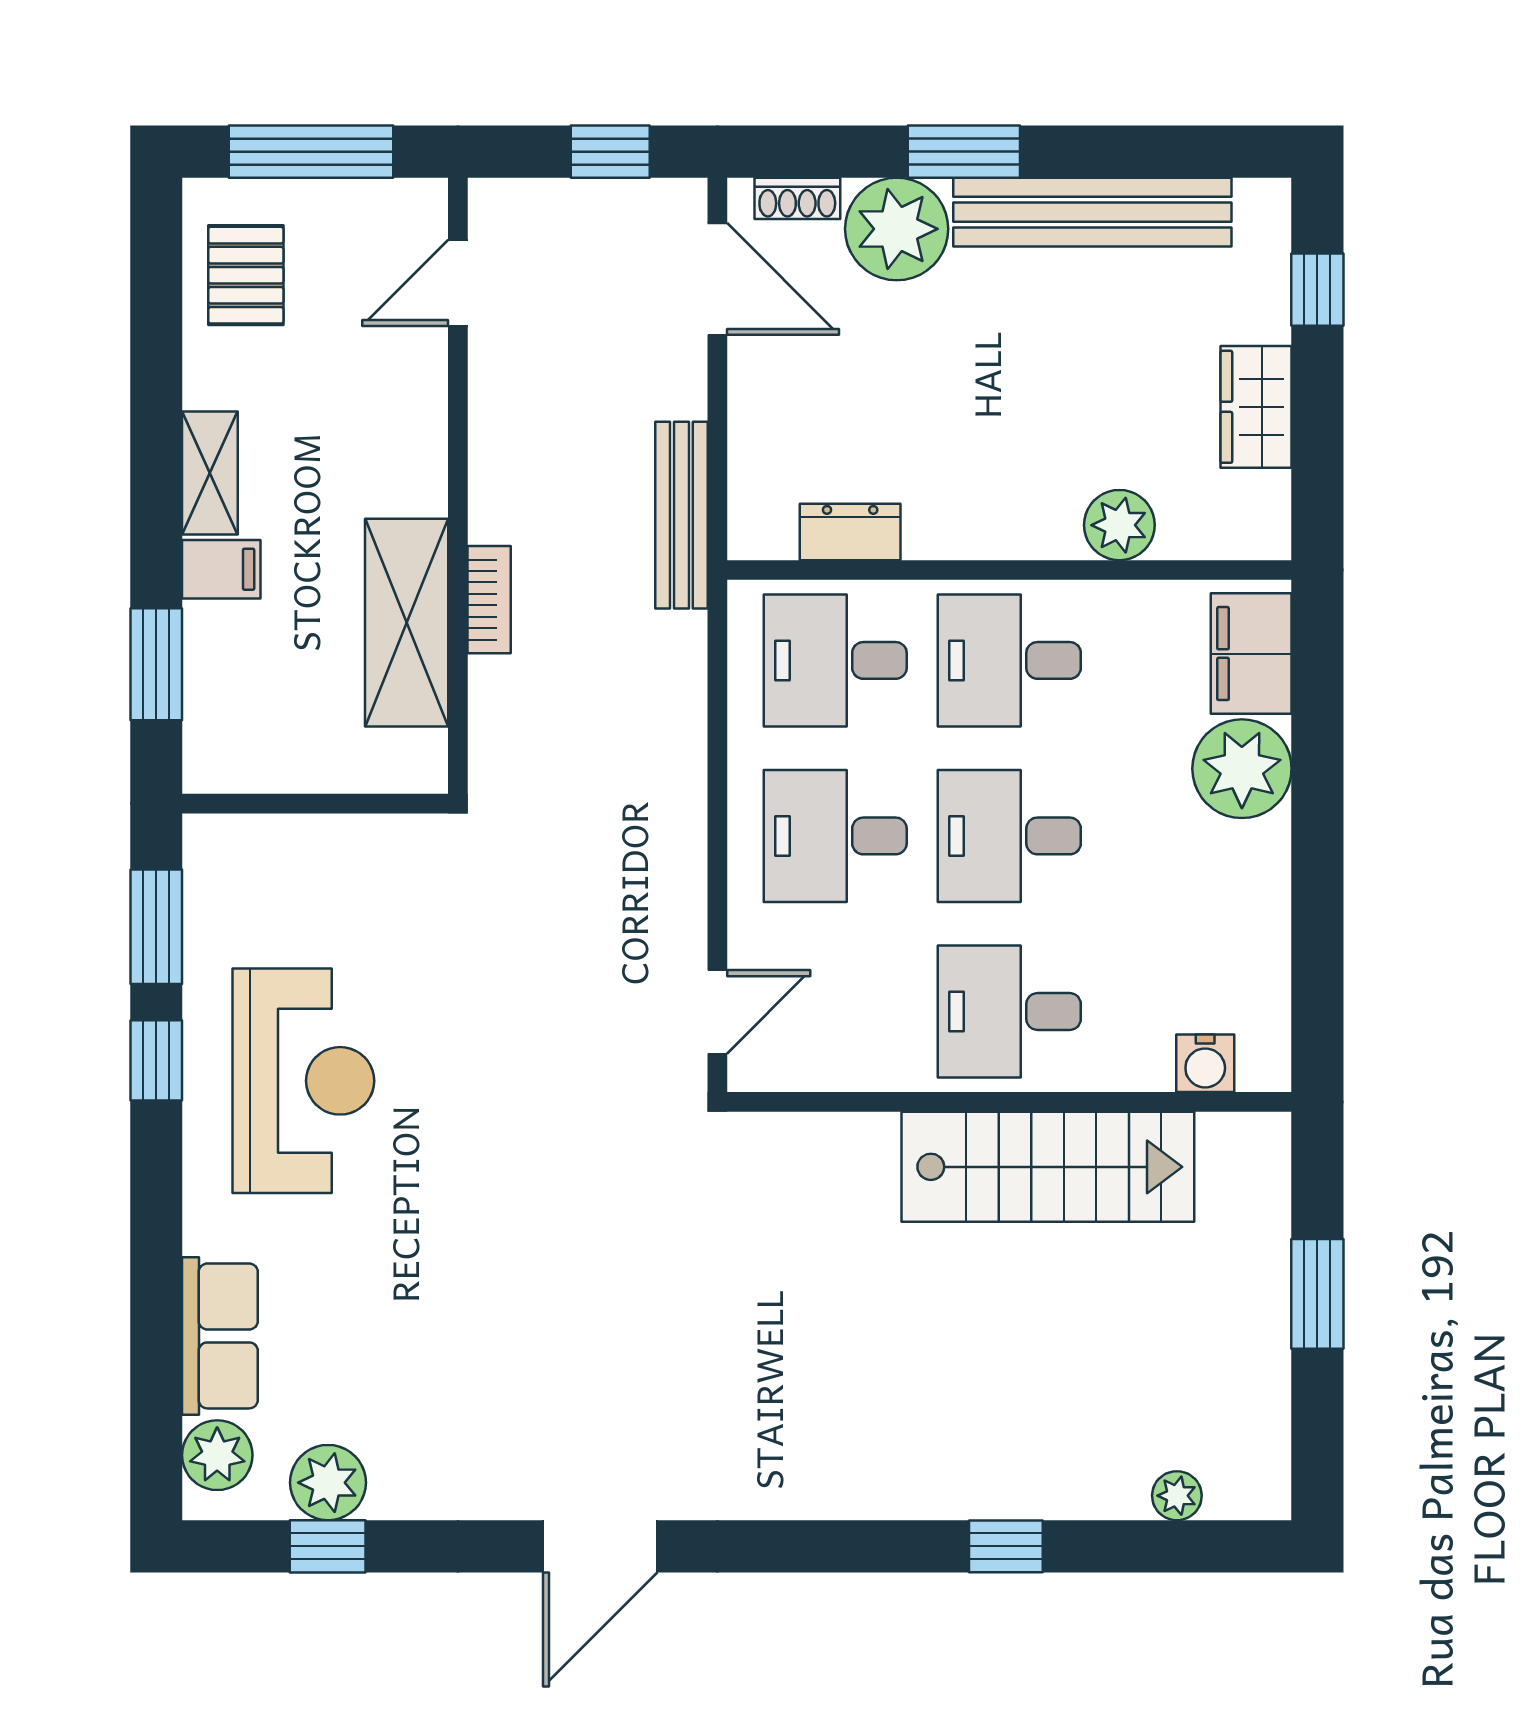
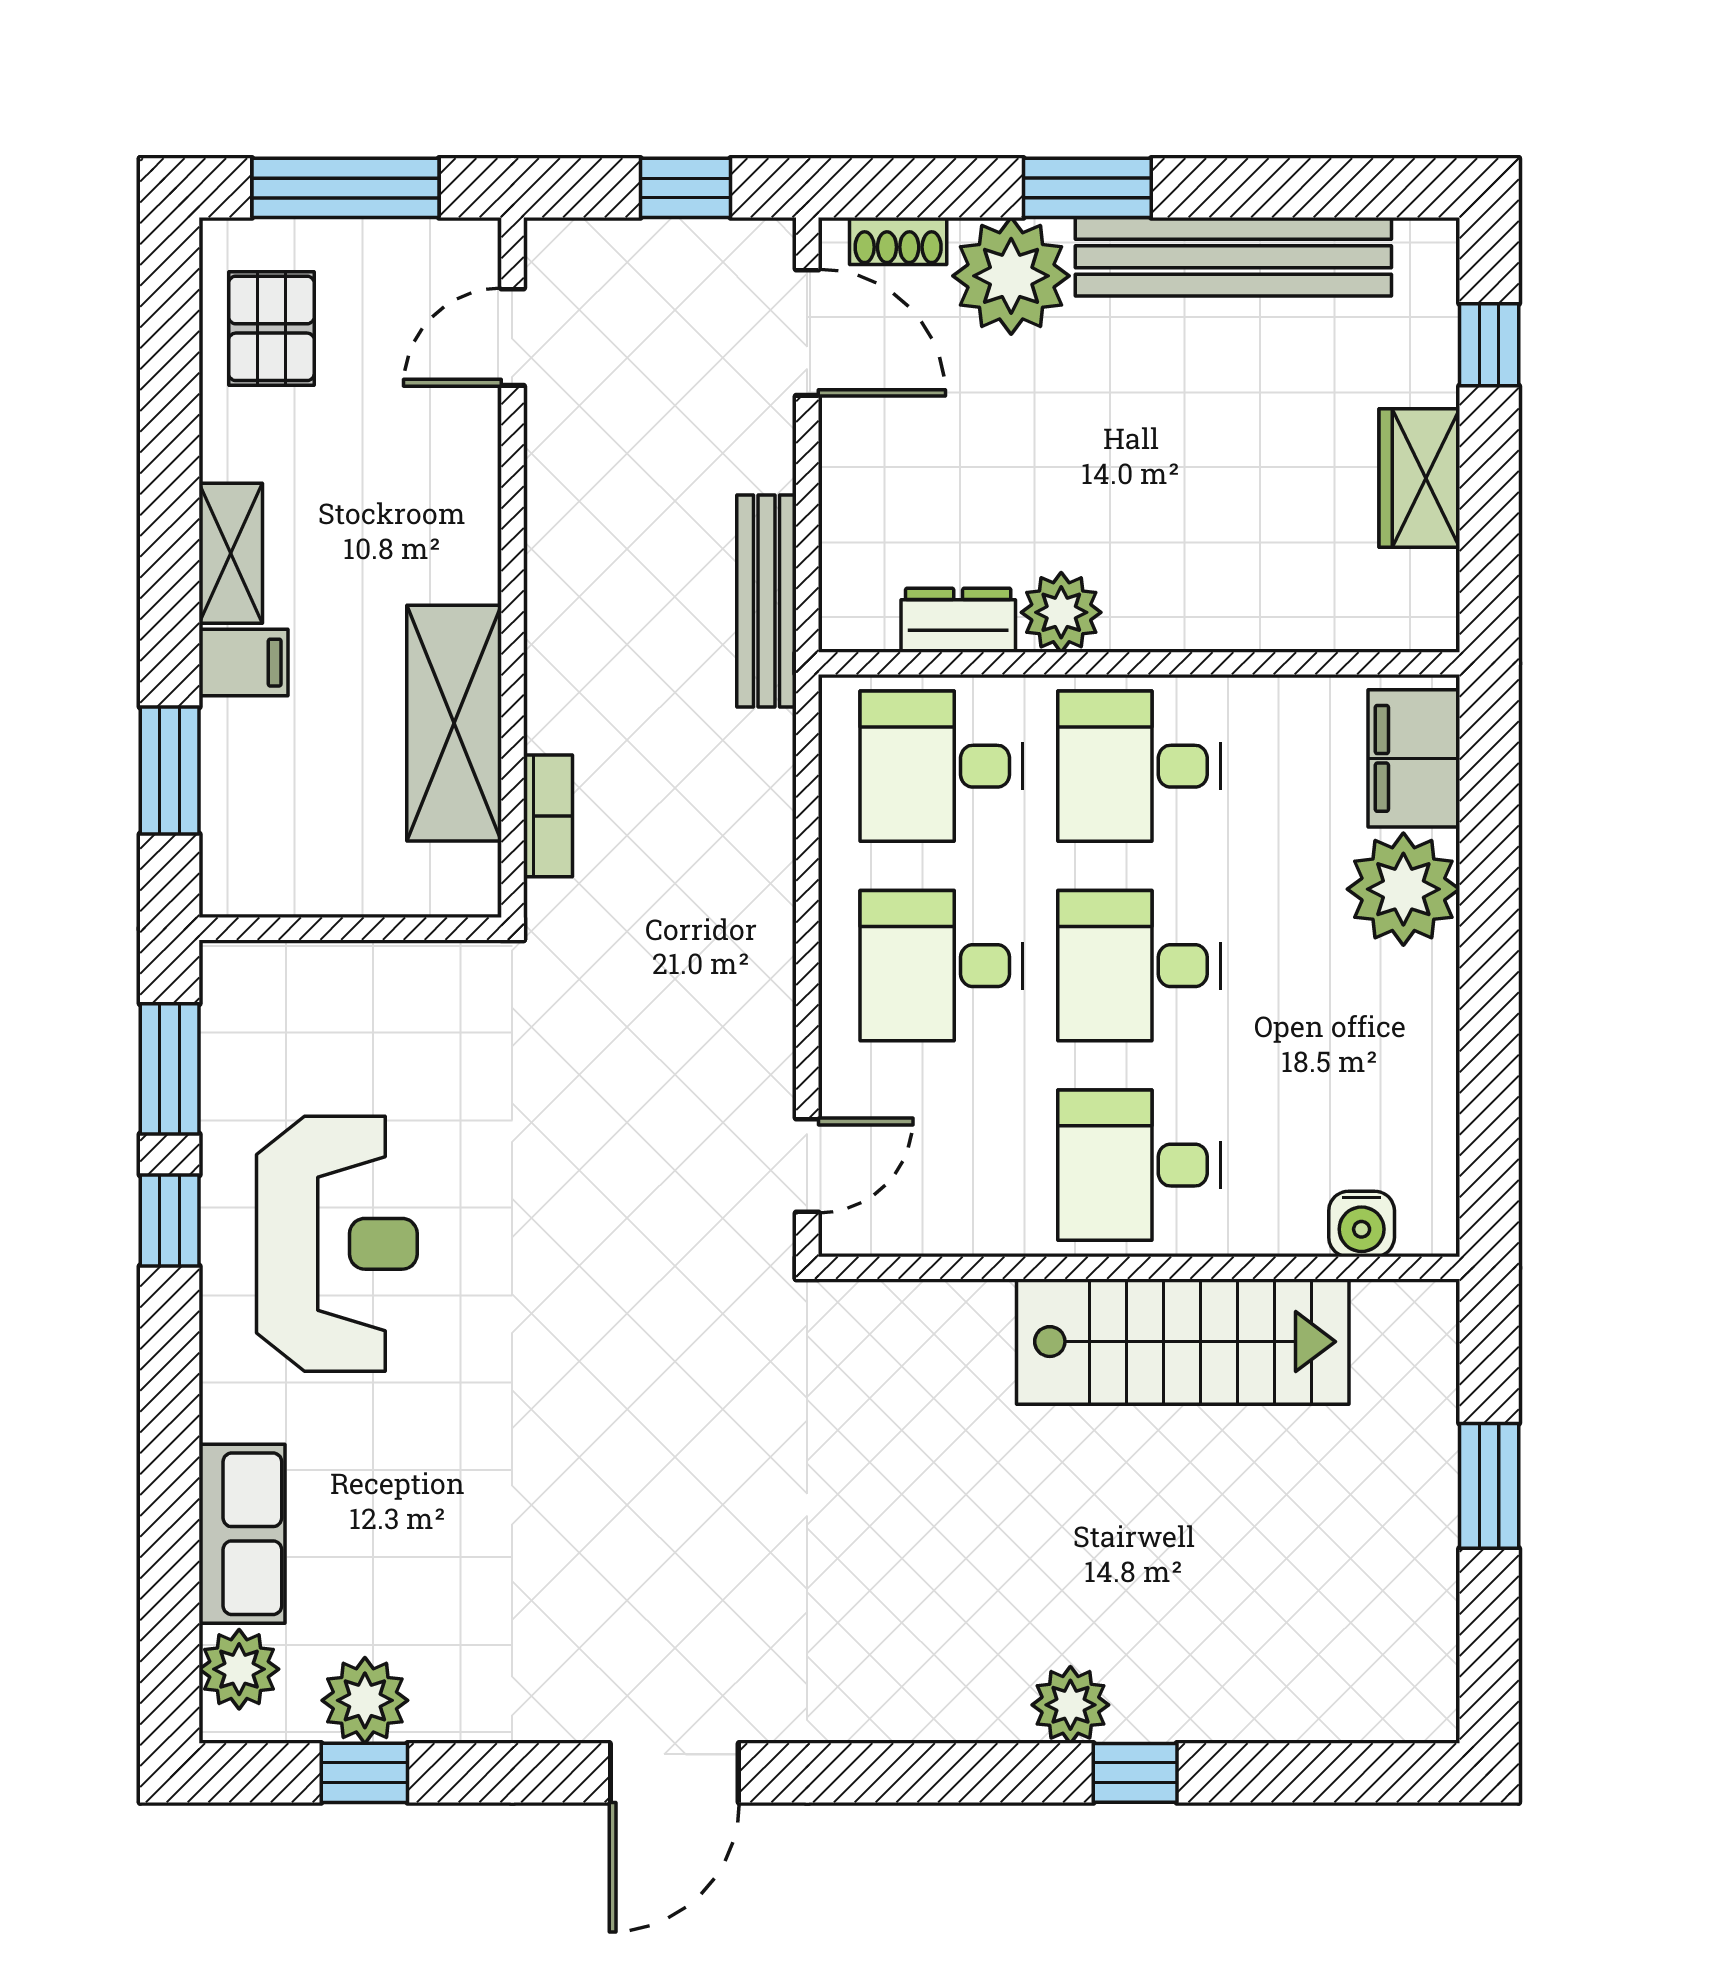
plant: (1119, 525) -> (1061, 612), moved
bookcase: (489, 600) -> (548, 816), moved
plant: (1177, 1496) -> (1070, 1705), moved, width x1.38, depth x1.38

